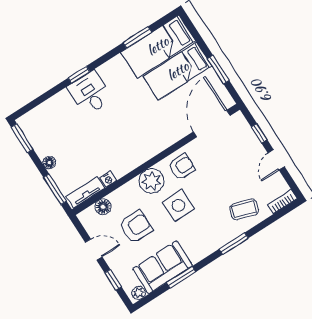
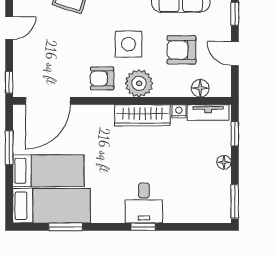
window: (259, 133) -> (9, 82), moved
wardrobe: (134, 158) -> (142, 115), added
window: (55, 189) -> (235, 134), width x0.67

